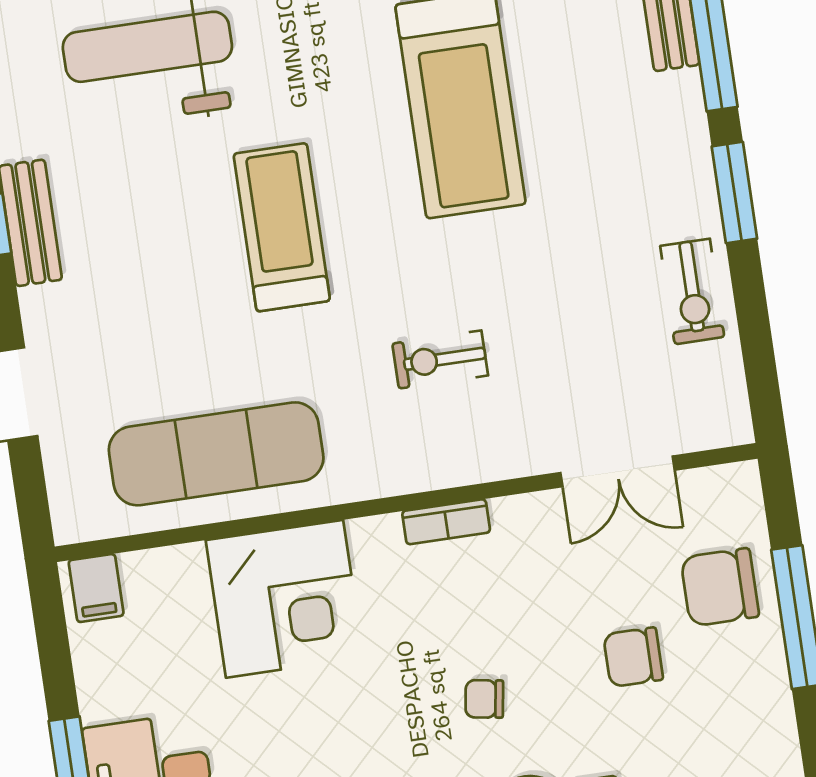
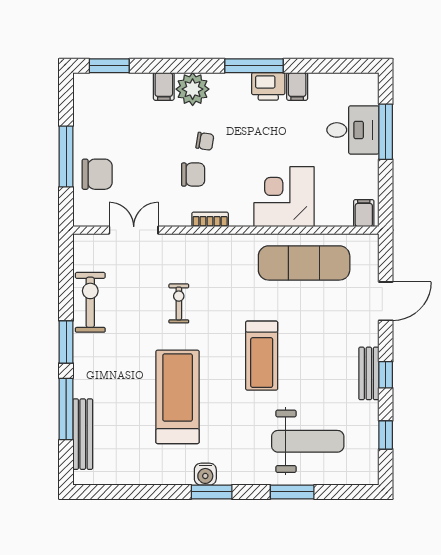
exercise bike: (692, 291) -> (90, 302), width x1.38, depth x1.39
exercise bike: (440, 360) -> (179, 303), moved, turned -90
chair: (633, 657) -> (193, 175), moved

